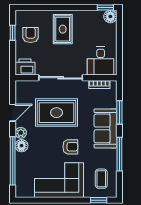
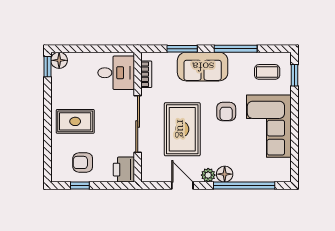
armchair: (70, 147) -> (226, 112), turned 180

